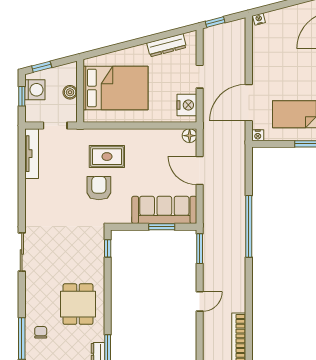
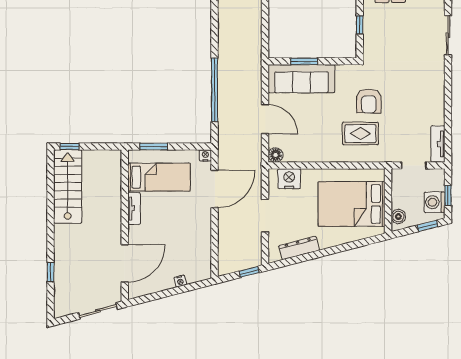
nightstand: (259, 19) -> (180, 281), moved
doorway: (200, 77) -> (265, 216), width x1.38
boiler: (70, 92) -> (398, 217), moved
nightstand: (187, 105) -> (289, 179), moved, turned 90
tv unit: (32, 154) -> (438, 144), width x0.71
window: (249, 226) -> (215, 90), moved
window: (108, 248) -> (360, 25), moved
window: (200, 249) -> (265, 39), removed

